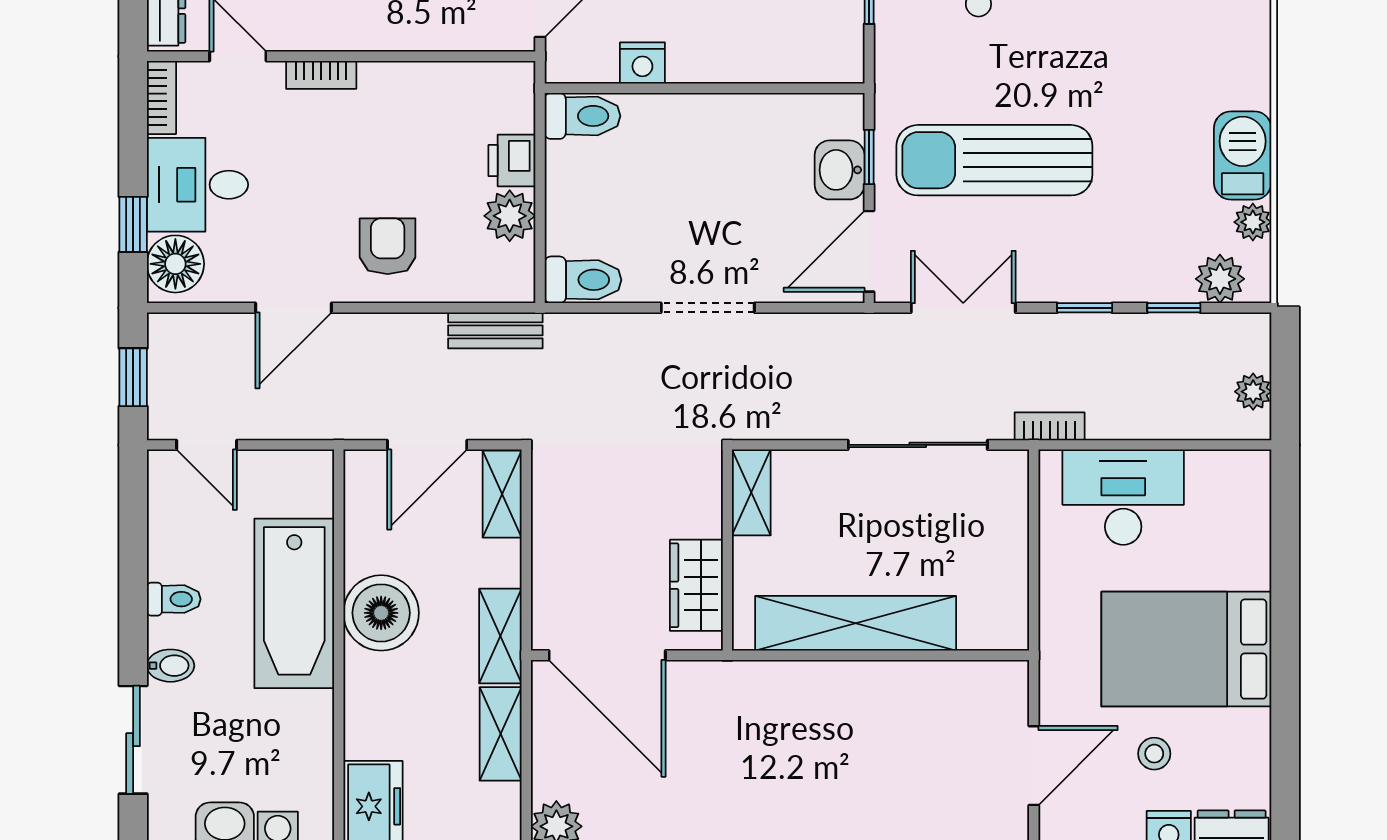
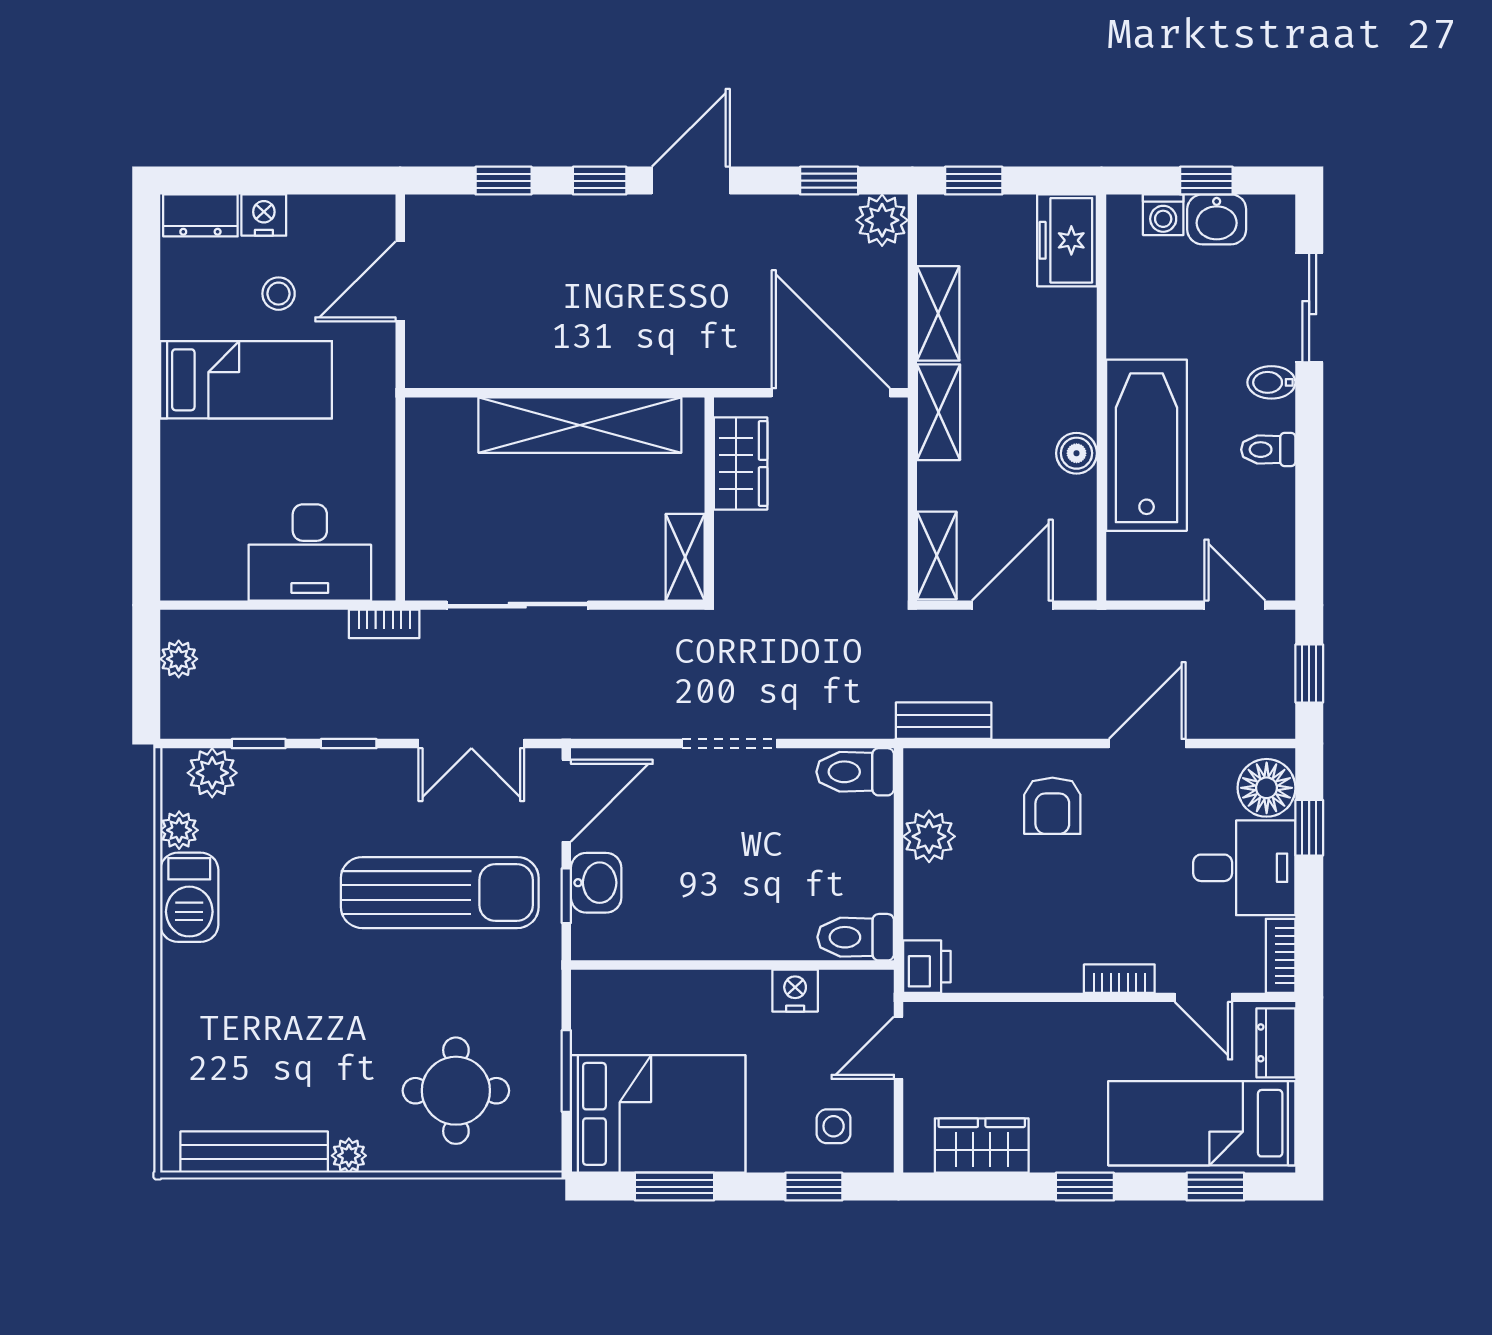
printer: (512, 161) -> (927, 967), moved
boiler: (381, 613) -> (1077, 453), width x0.54, depth x0.54
bed: (1186, 649) -> (246, 380), width x0.67

